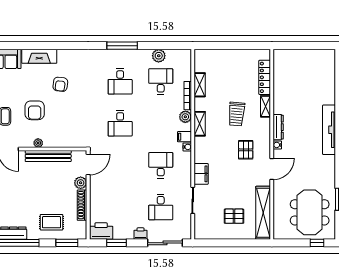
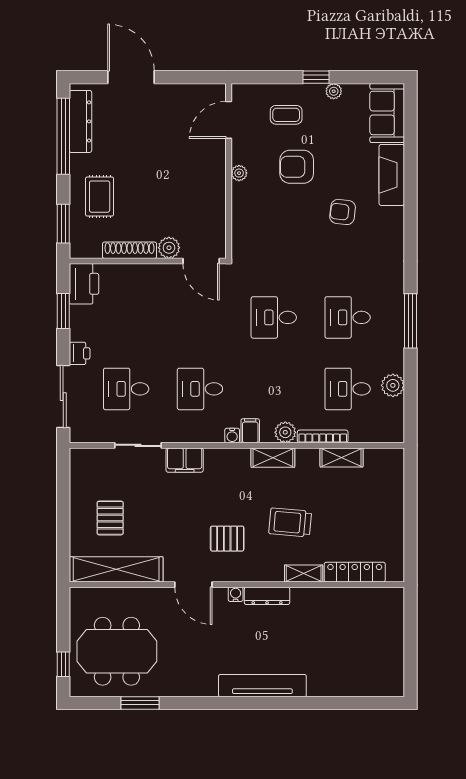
desk: (161, 81) -> (348, 389), turned 180
bench: (48, 156) -> (216, 191), removed
desk: (161, 165) -> (200, 389), turned 180

